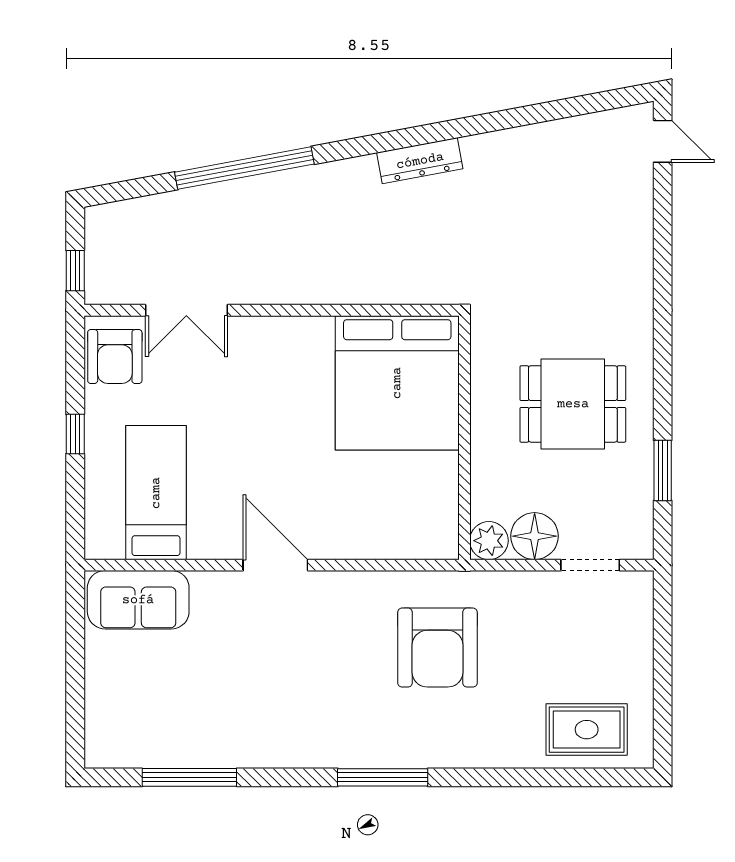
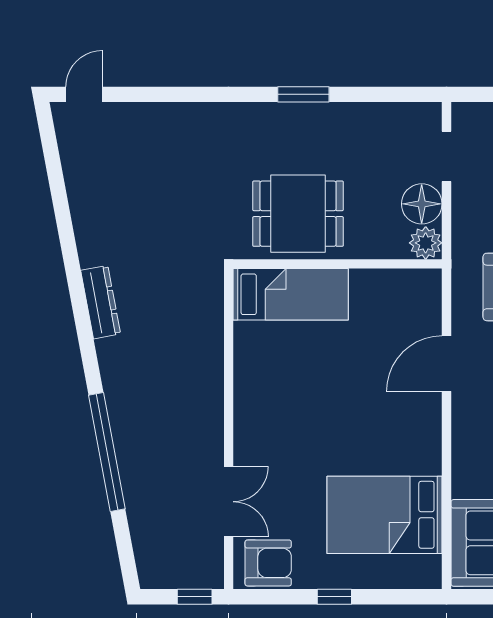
bed: (397, 383) -> (291, 294), width x0.49
dining table: (573, 404) -> (298, 214), moved, turned 90
window: (663, 470) -> (303, 94), moved
bed: (156, 493) -> (385, 515), width x1.50
door: (275, 565) -> (447, 364), moved

